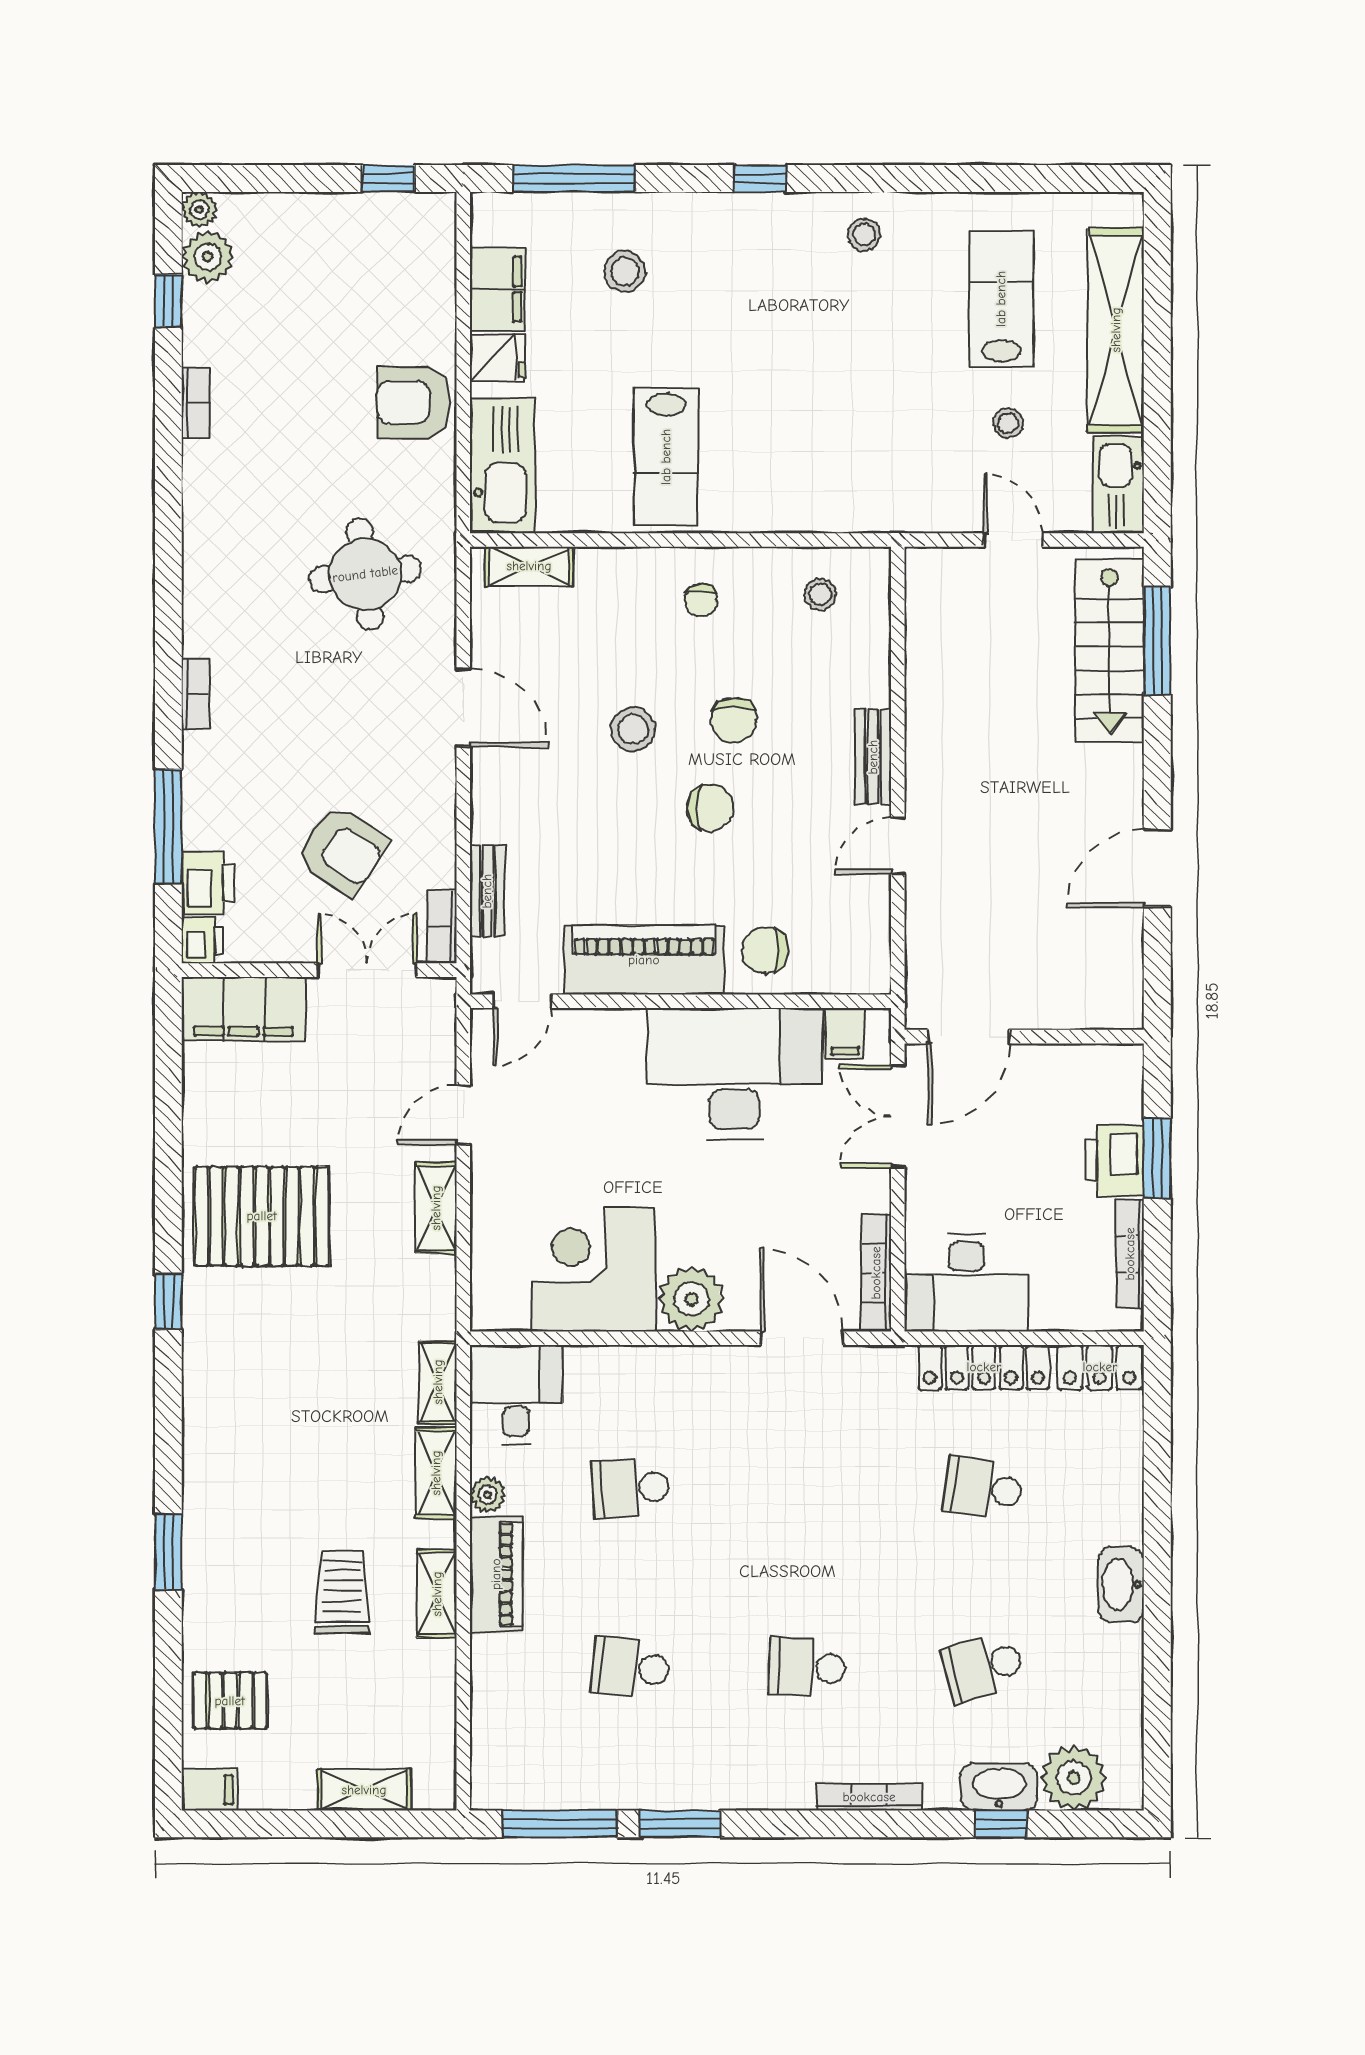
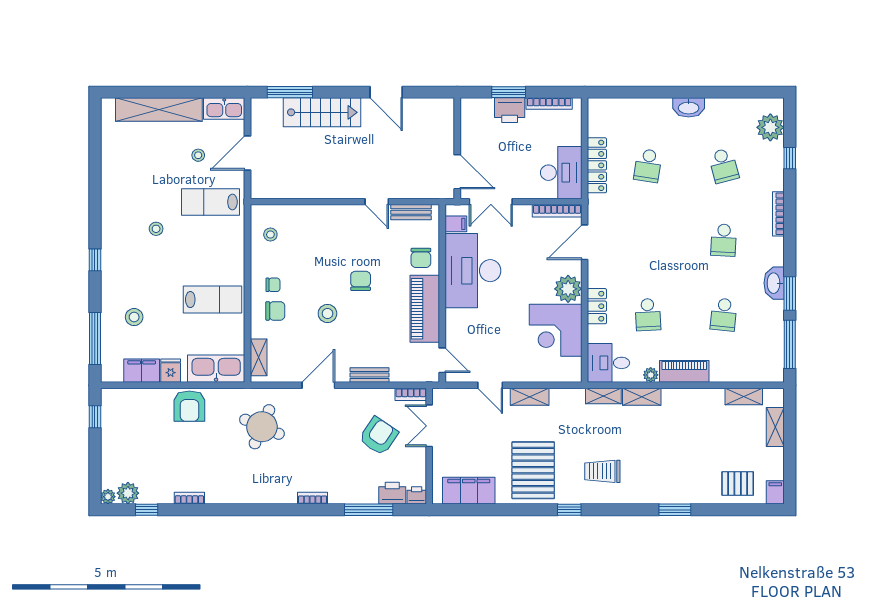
stool: (864, 235) -> (156, 229), moved
lab bench: (1001, 299) -> (211, 202), moved
door: (1013, 540) -> (248, 153), width x1.38
round table: (365, 574) -> (262, 427), turned 30
stairs: (1109, 651) -> (322, 112), moved
chair: (734, 720) -> (275, 311), moved
bench: (873, 757) -> (411, 212), moved
bench: (487, 891) -> (370, 375), moved
filing cabinet: (244, 1009) -> (469, 491), moved, turned -90
locker: (1100, 1367) -> (597, 306), moved
trolley: (342, 1592) -> (602, 471), moved
shelving: (437, 1594) -> (744, 396), moved
pallet: (230, 1701) -> (738, 484), turned 90
washbasin: (999, 1787) -> (774, 283), moved

